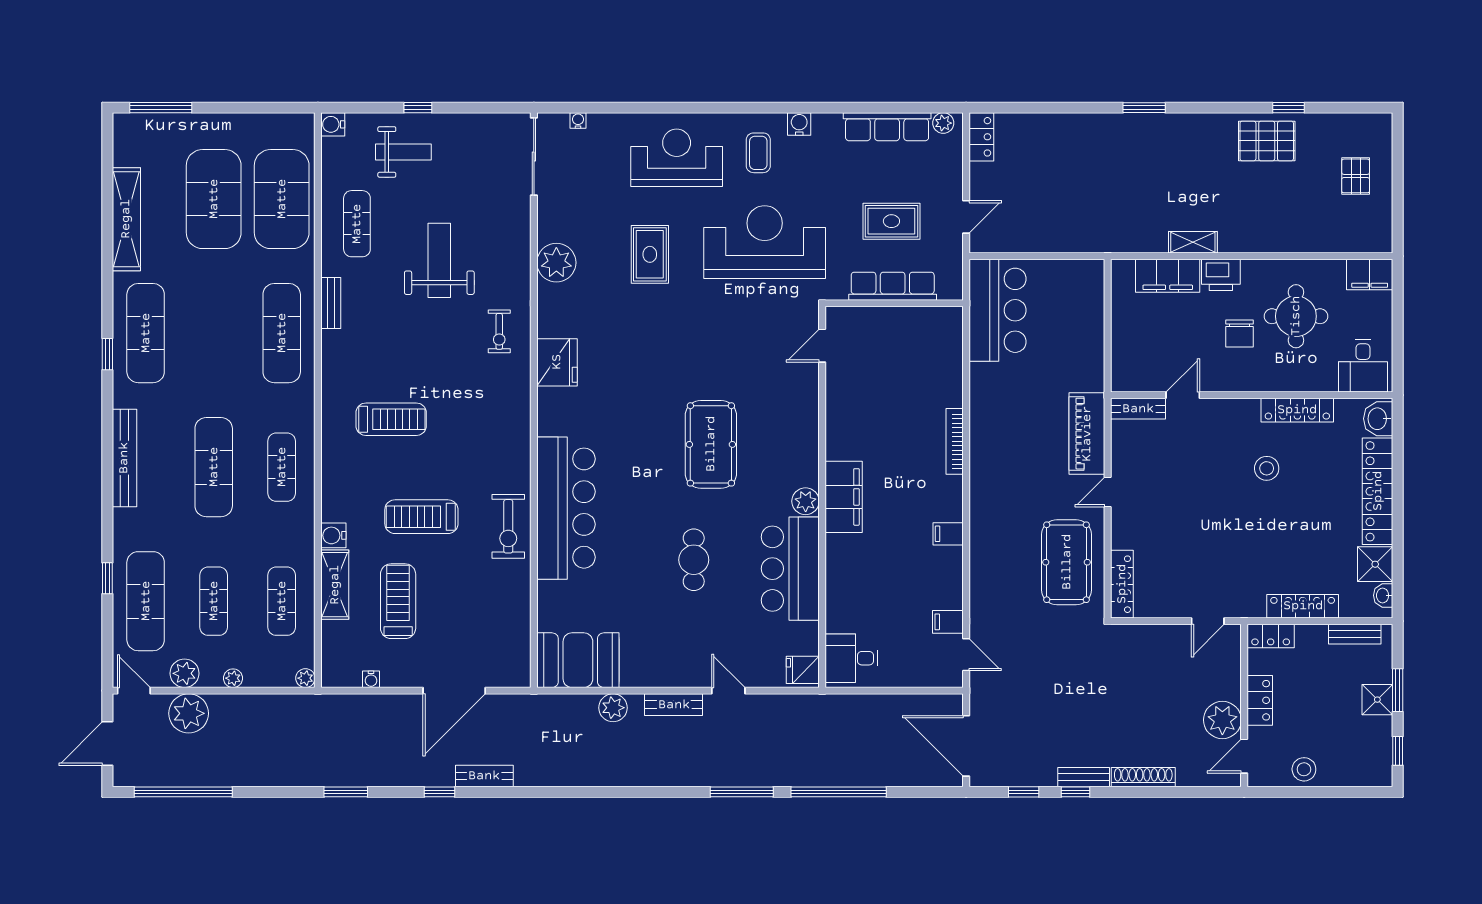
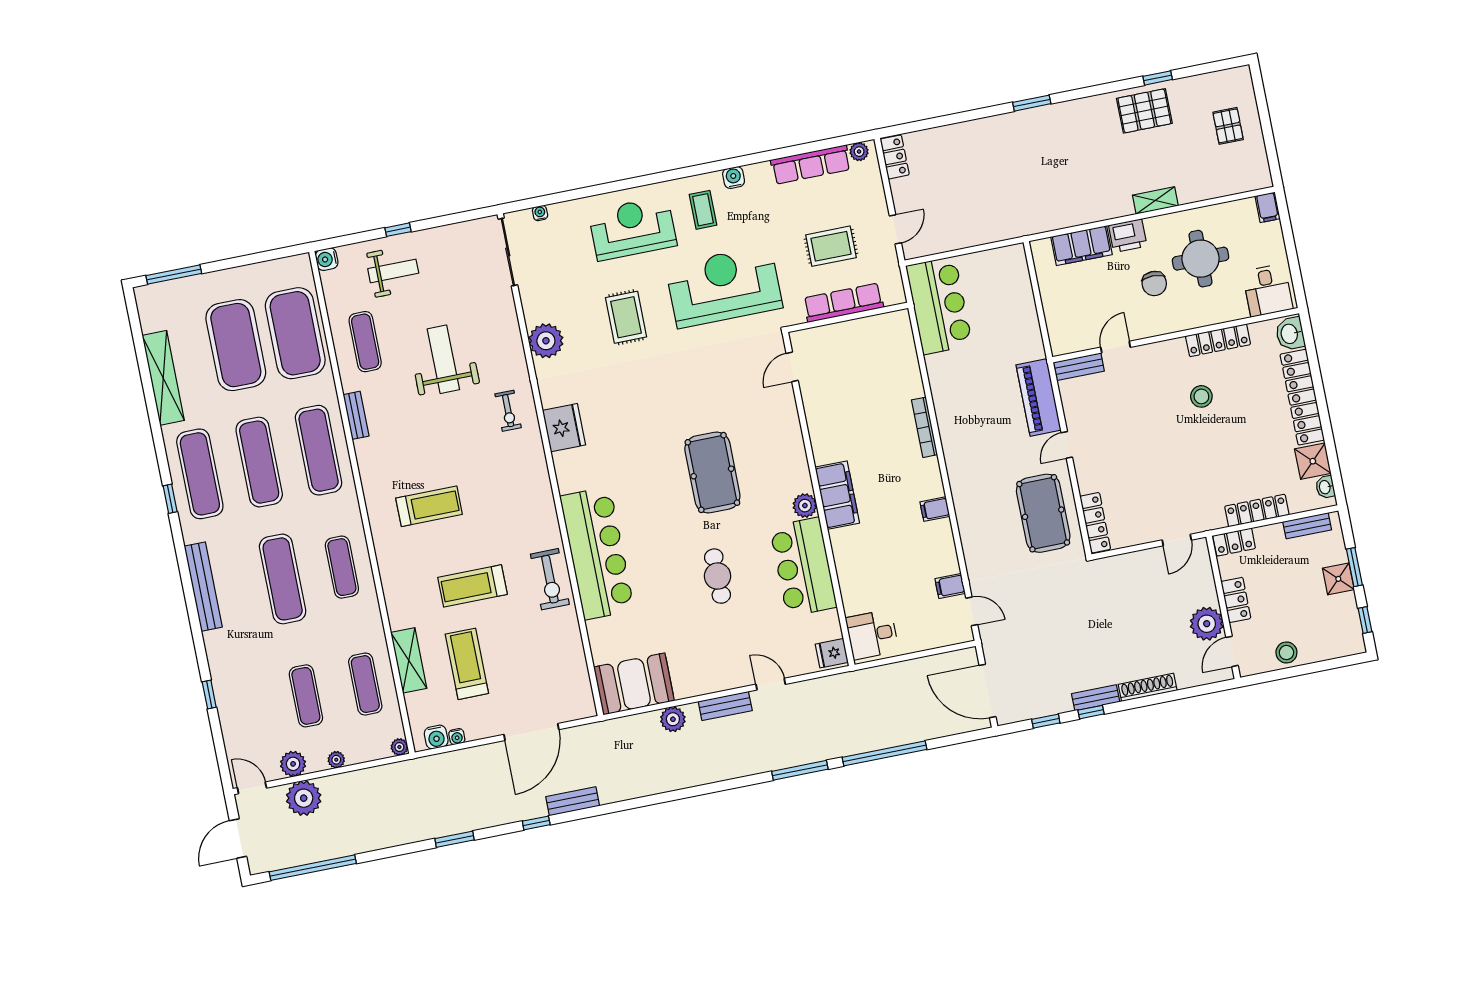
shelving: (1193, 242) -> (1155, 200), moved
filing cabinet: (1370, 274) -> (1268, 207), width x0.50
water cooler: (333, 535) -> (436, 737), moved, turned -90
exercise mat: (146, 601) -> (259, 462), moved

